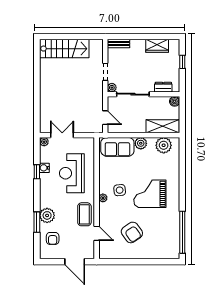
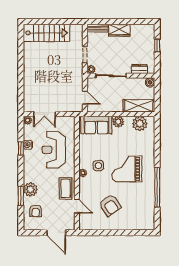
wardrobe: (157, 46) -> (119, 30), moved
double door: (62, 135) -> (44, 114), swing flipped
window: (182, 232) -> (157, 187), moved

